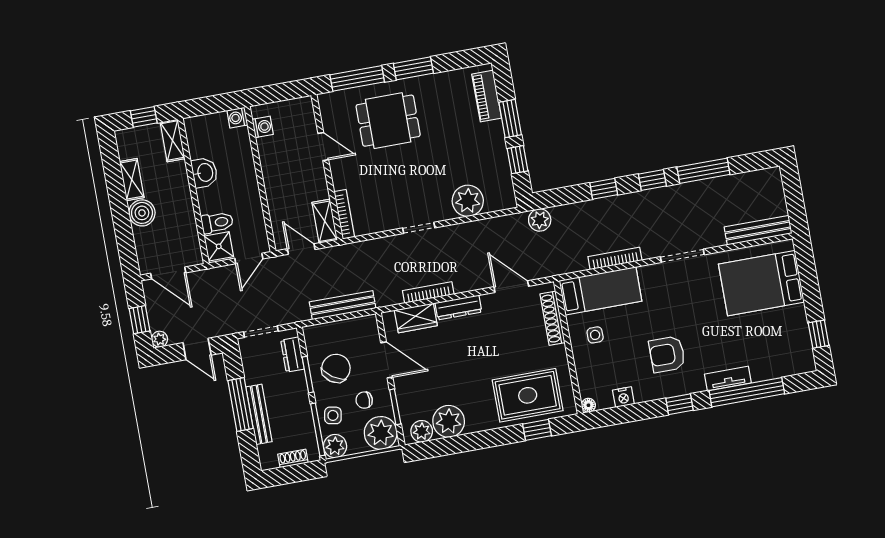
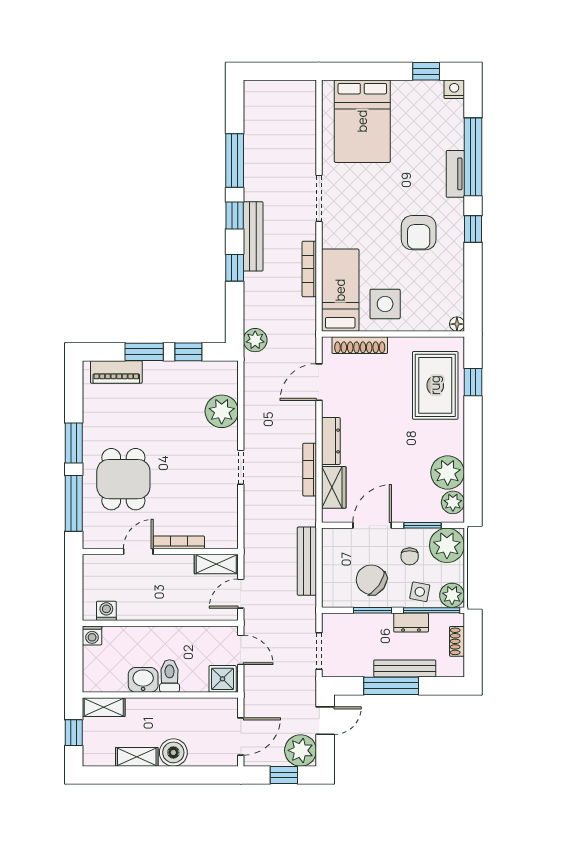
bookcase: (344, 214) -> (179, 542), moved
toilet: (217, 222) -> (170, 676), moved
bench: (758, 230) -> (253, 236), moved
side table: (595, 335) -> (385, 304), width x1.87, depth x1.87
plant: (160, 339) -> (301, 750), width x1.87, depth x1.87
dresser: (292, 355) -> (411, 622), moved
nightstand: (623, 397) -> (454, 89), moved, turned -90

